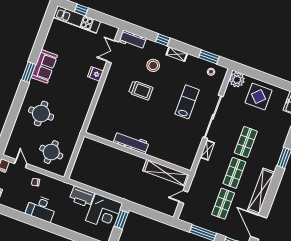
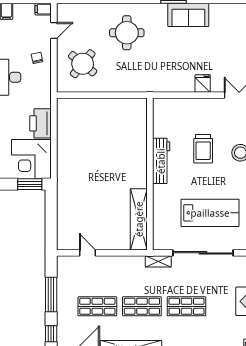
lab bench: (187, 102) -> (210, 213), width x1.36, depth x1.39
workbench: (131, 142) -> (161, 161), moved
round table: (51, 152) -> (83, 64), turned 35
wall: (137, 154) -> (150, 174), moved
shelving: (166, 173) -> (139, 219), moved

